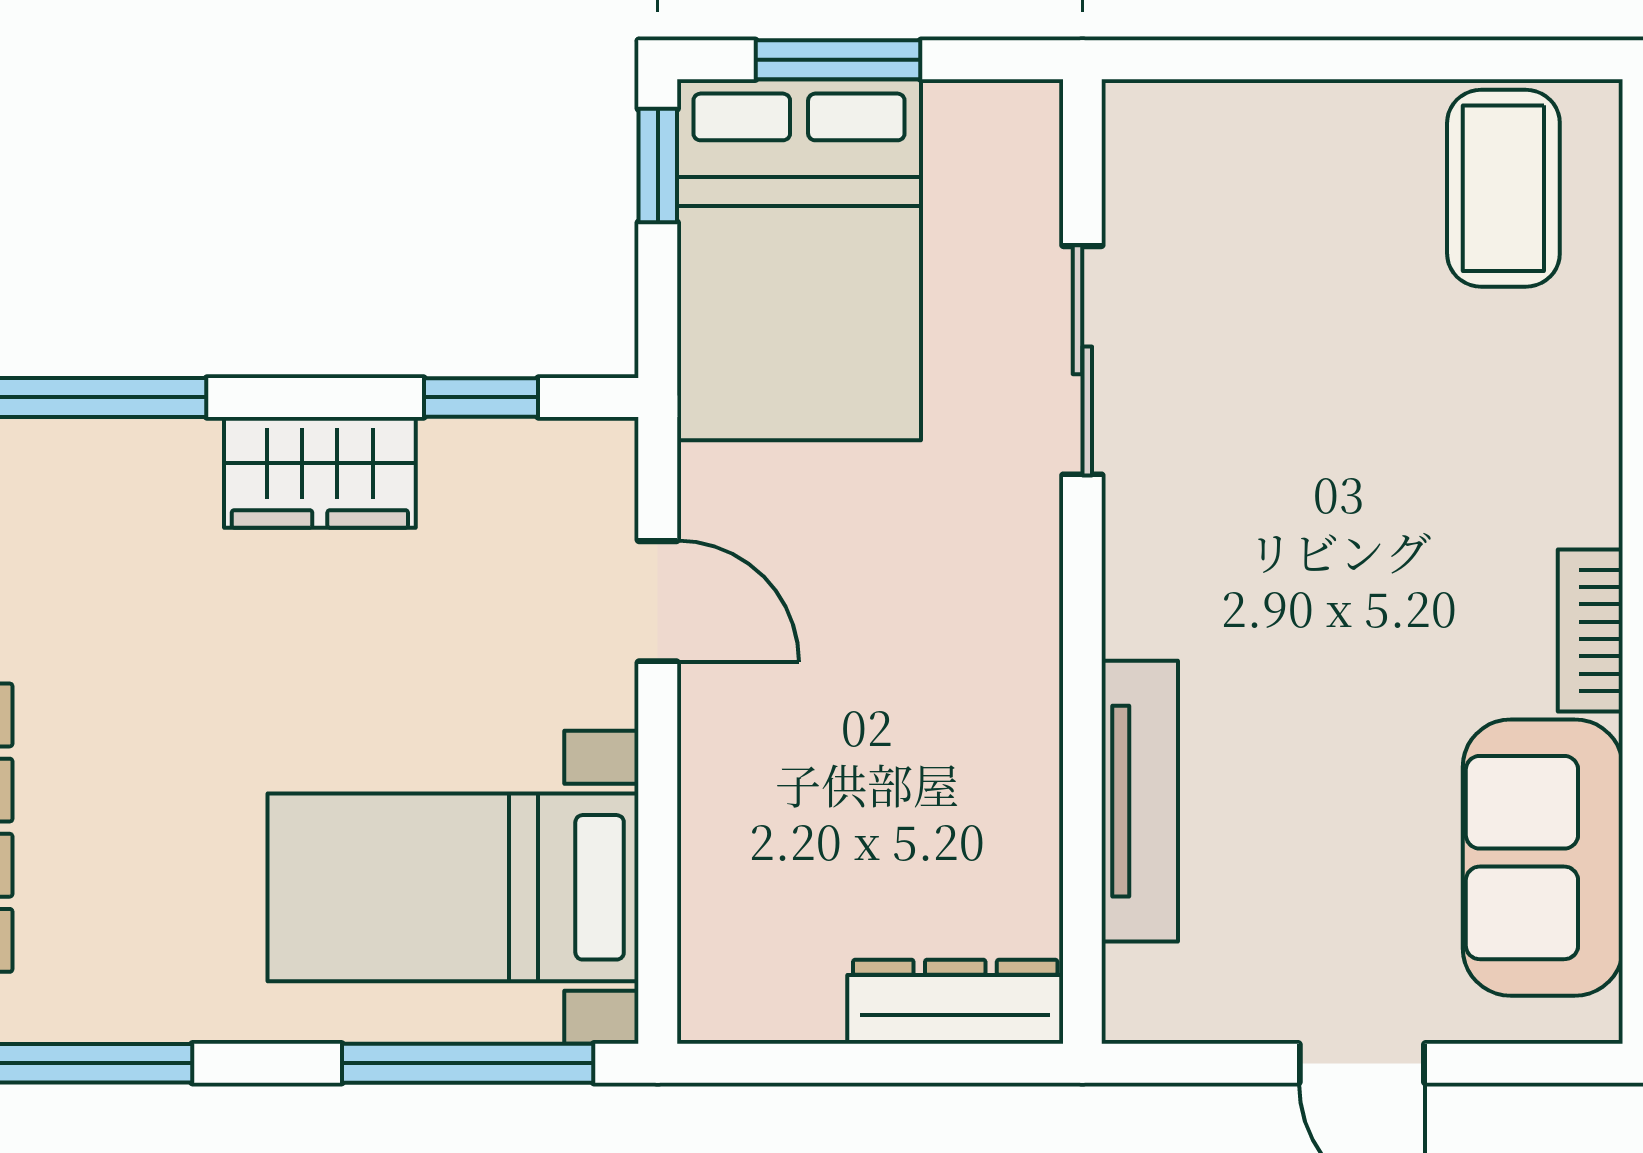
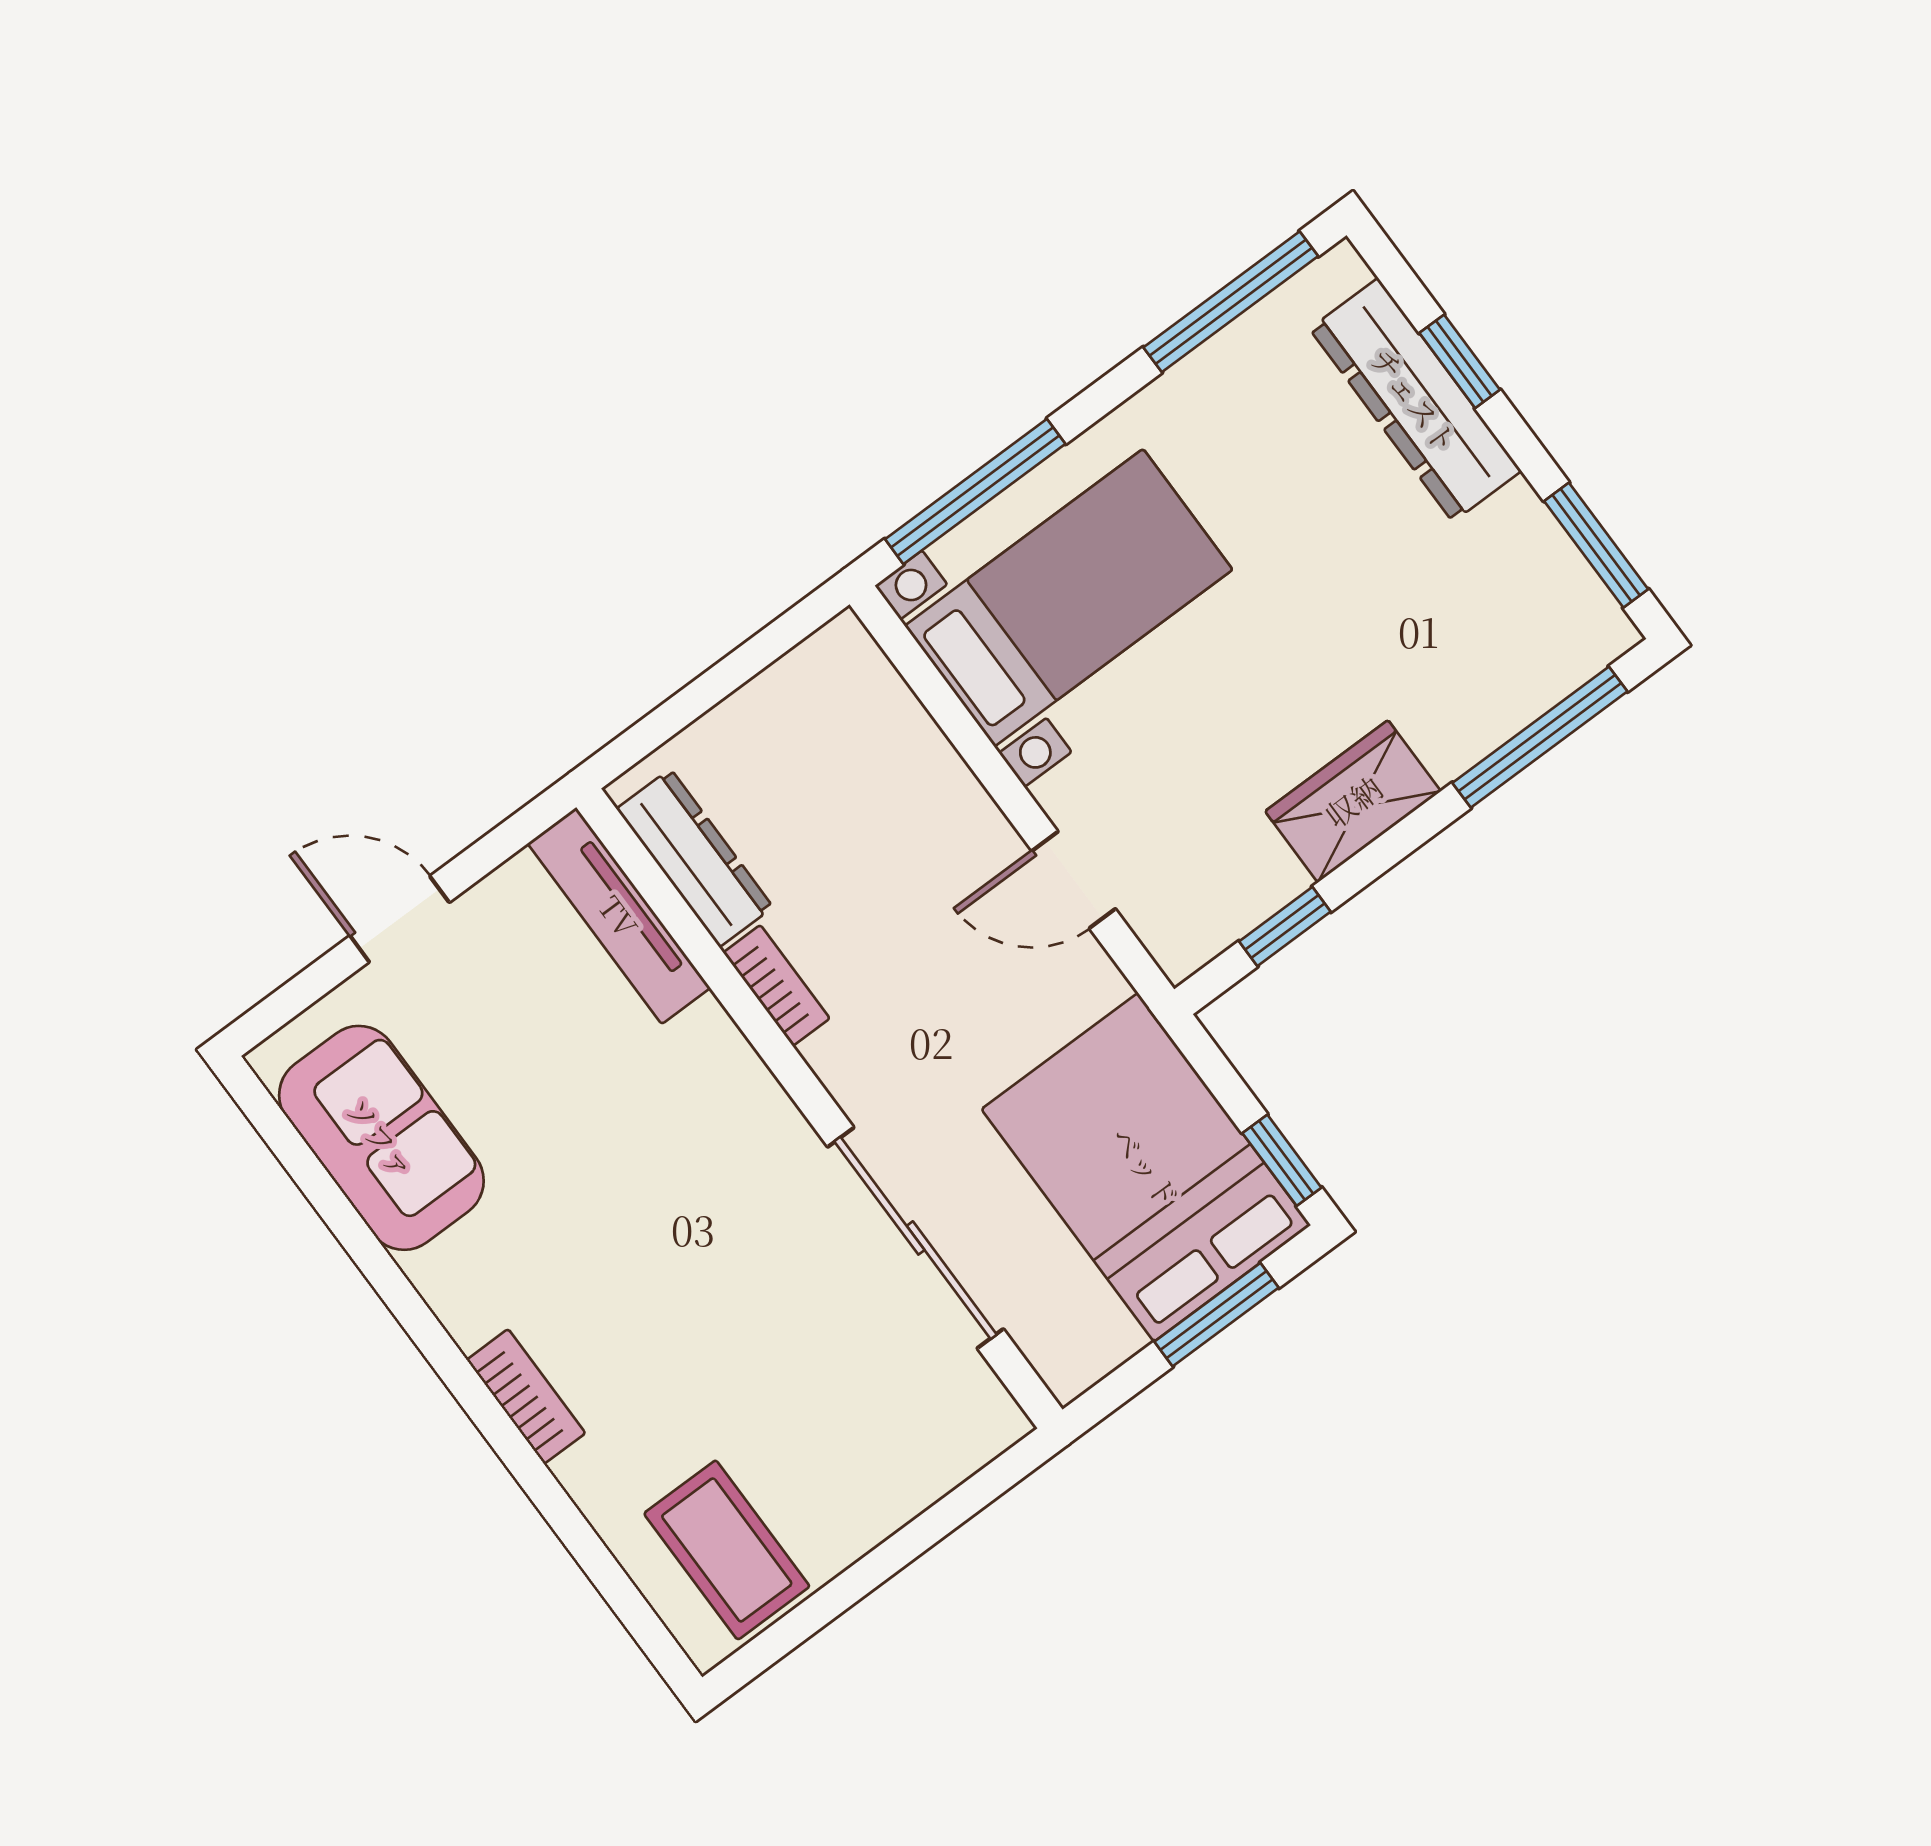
sliding door: (1082, 360) -> (916, 1238), width x1.37
bookcase: (1590, 630) -> (526, 1396), moved
bookcase: (1034, 716) -> (776, 985), added
tv unit: (1140, 801) -> (619, 916), moved
dresser: (955, 1002) -> (695, 858), moved, turned -90

